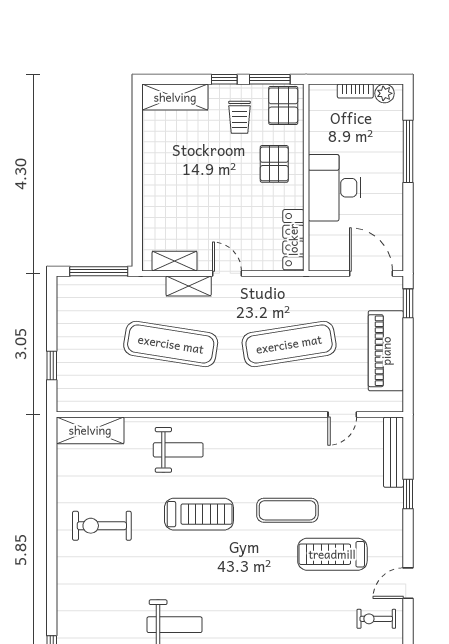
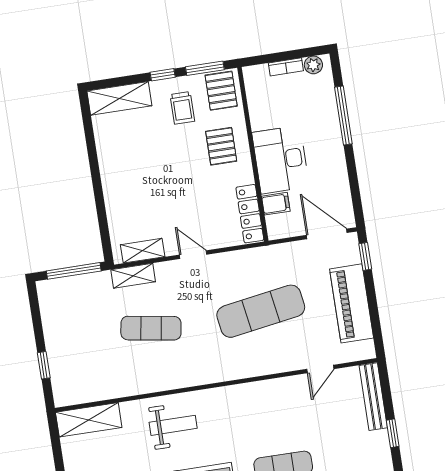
filing cabinet: (322, 233) -> (276, 204), added
shelving: (189, 286) -> (133, 276), moved
exercise mat: (171, 344) -> (151, 328), width x0.73, depth x0.69

